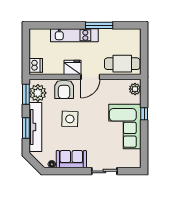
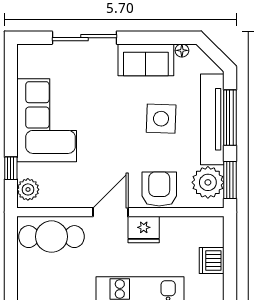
dishwasher: (36, 65) -> (212, 260), moved
window: (144, 114) -> (11, 168), moved
side table: (70, 119) -> (161, 119), moved
window: (26, 128) -> (230, 118), width x1.44
sliding door: (104, 171) -> (84, 38), width x1.37

